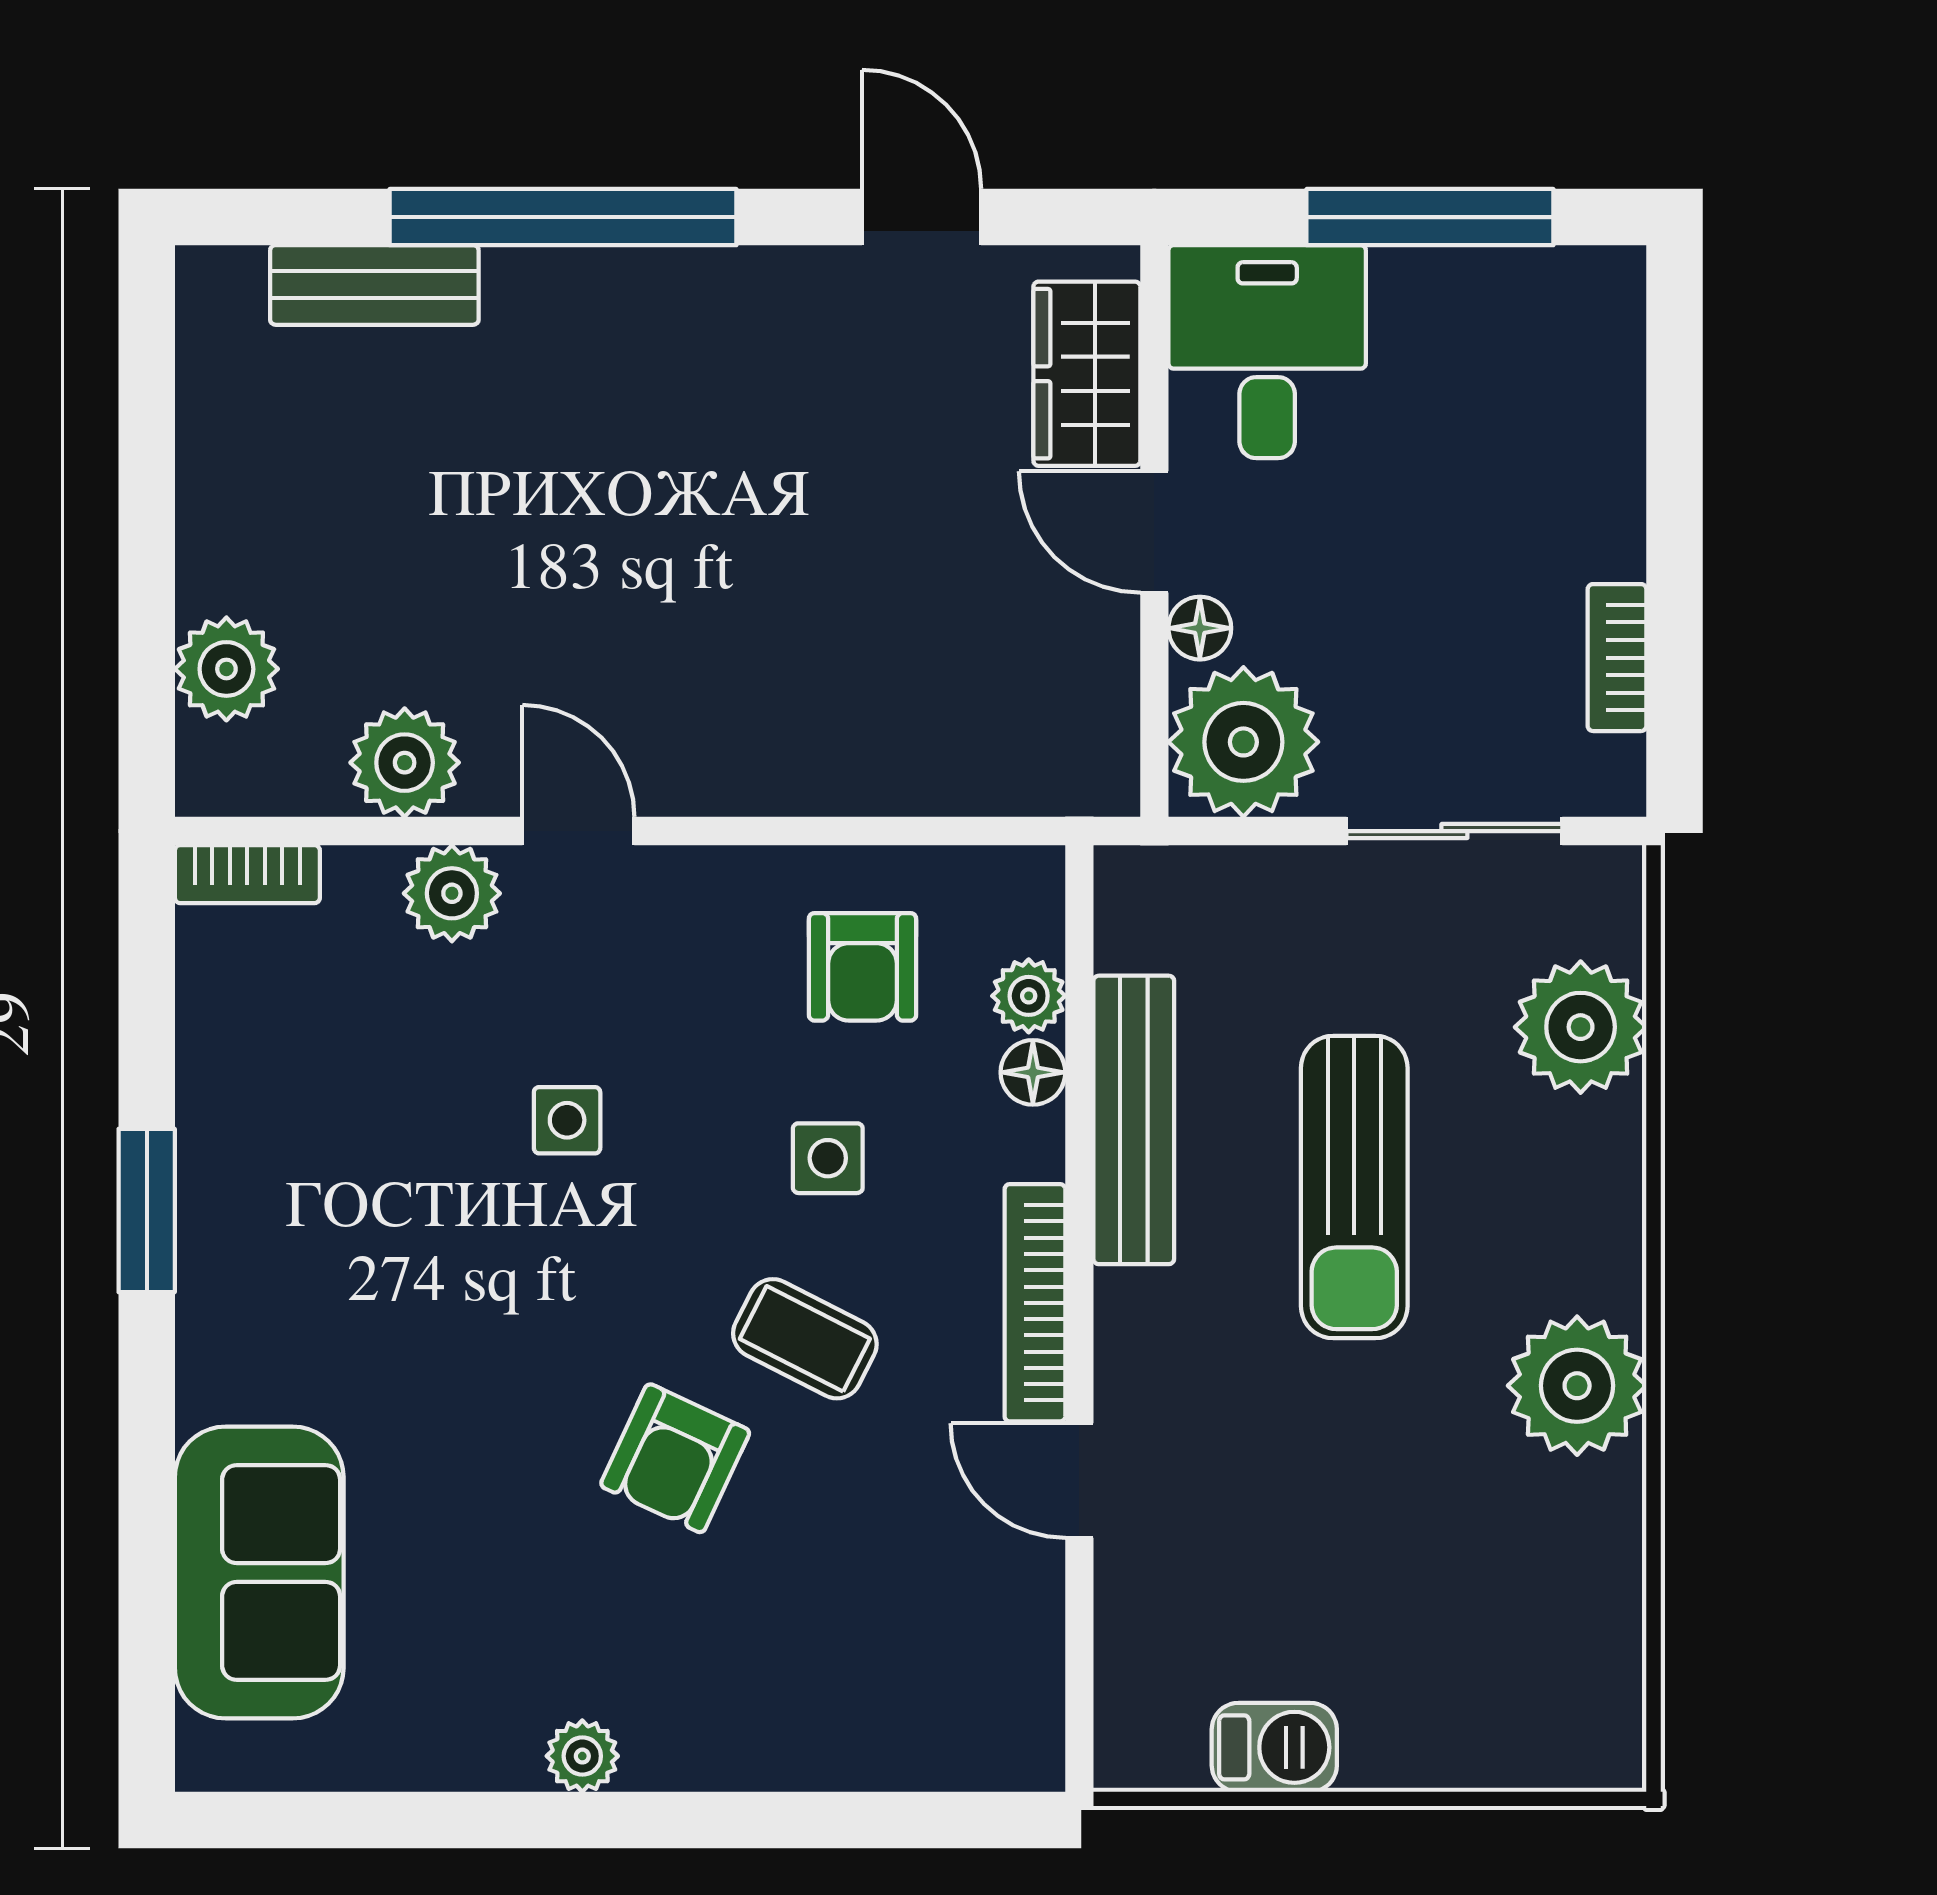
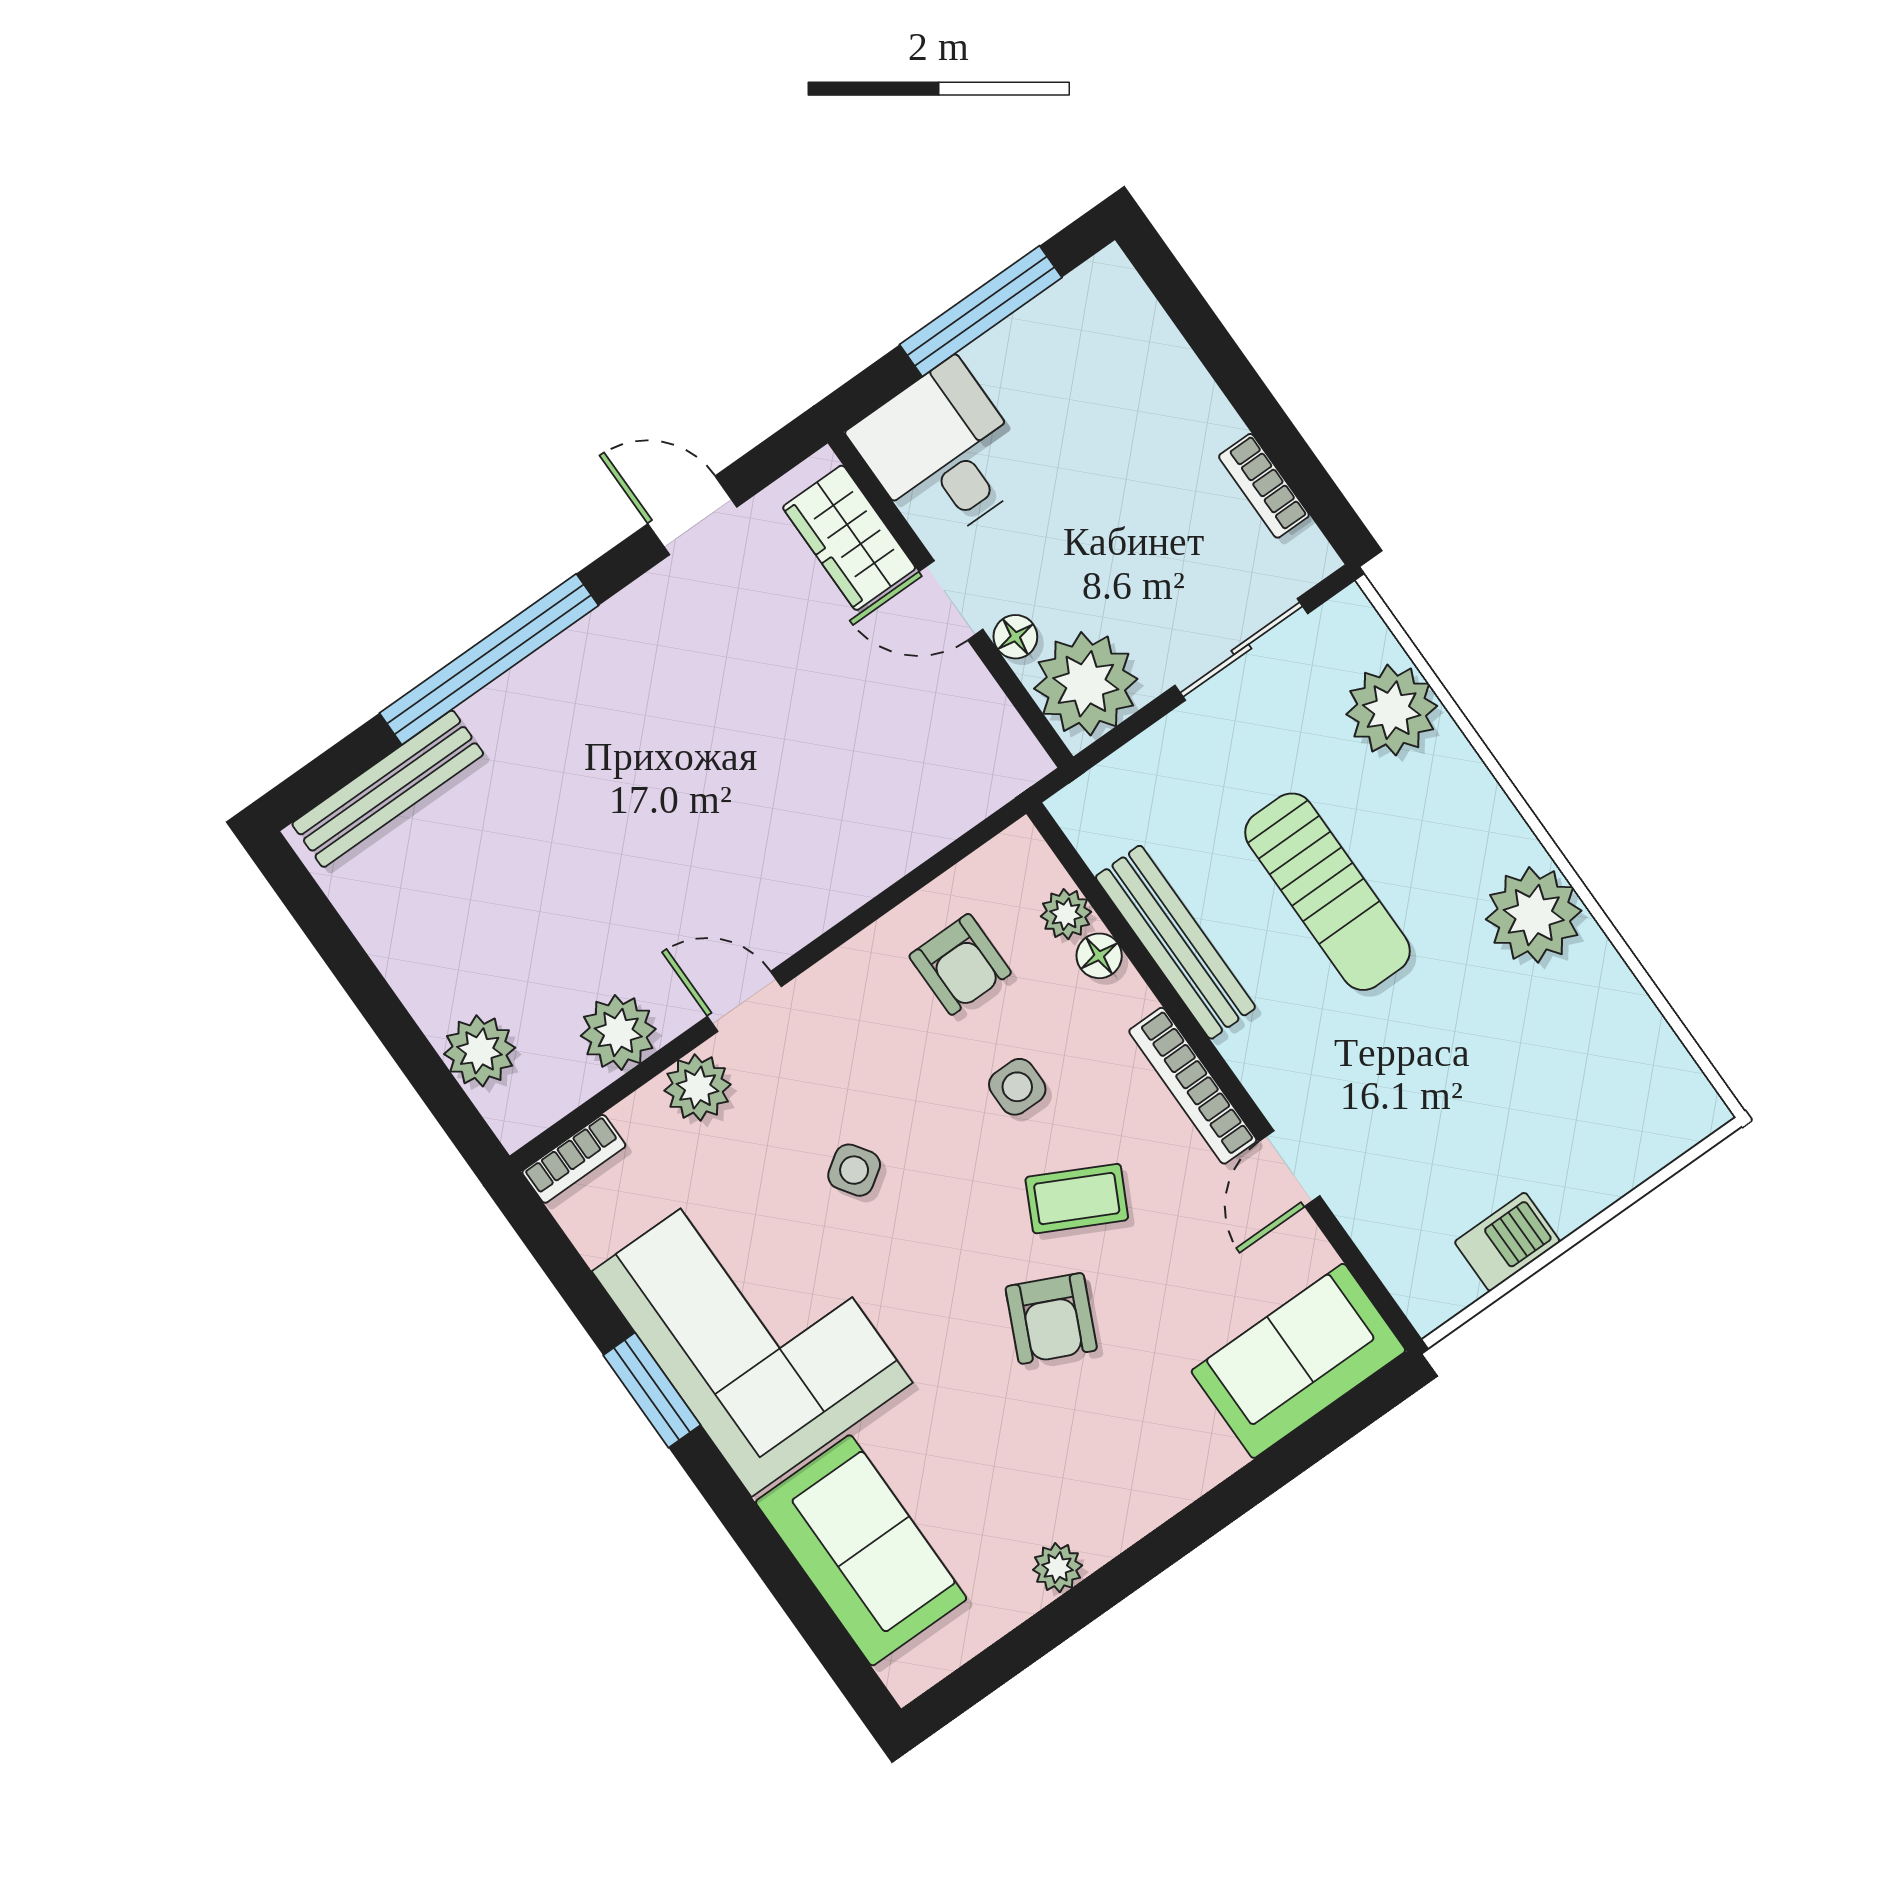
bench: (374, 285) -> (388, 789), width x1.36
side table: (567, 1120) -> (854, 1170), turned -34
corner sofa: (317, 1220) -> (752, 1327), added
door: (1079, 1480) -> (1289, 1169), hinge flipped
sofa: (930, 1714) -> (1298, 1361), added
plant: (582, 1756) -> (1058, 1568), moved

